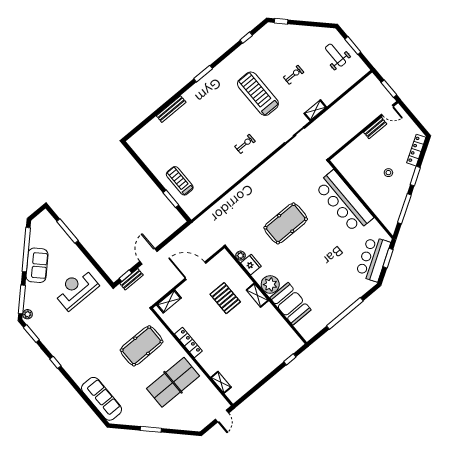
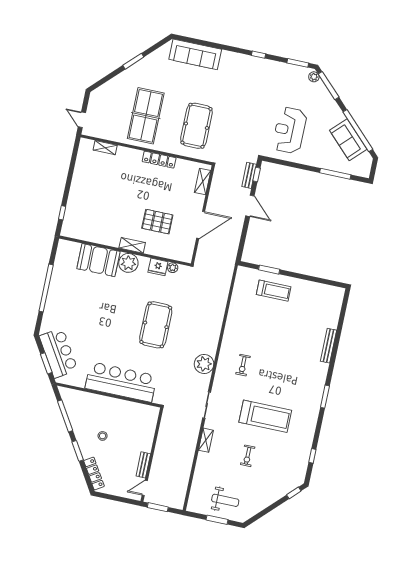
plant: (273, 167) -> (204, 364), added
sofa: (37, 265) -> (348, 140), moved
reception desk: (76, 289) -> (290, 130), turned 180

